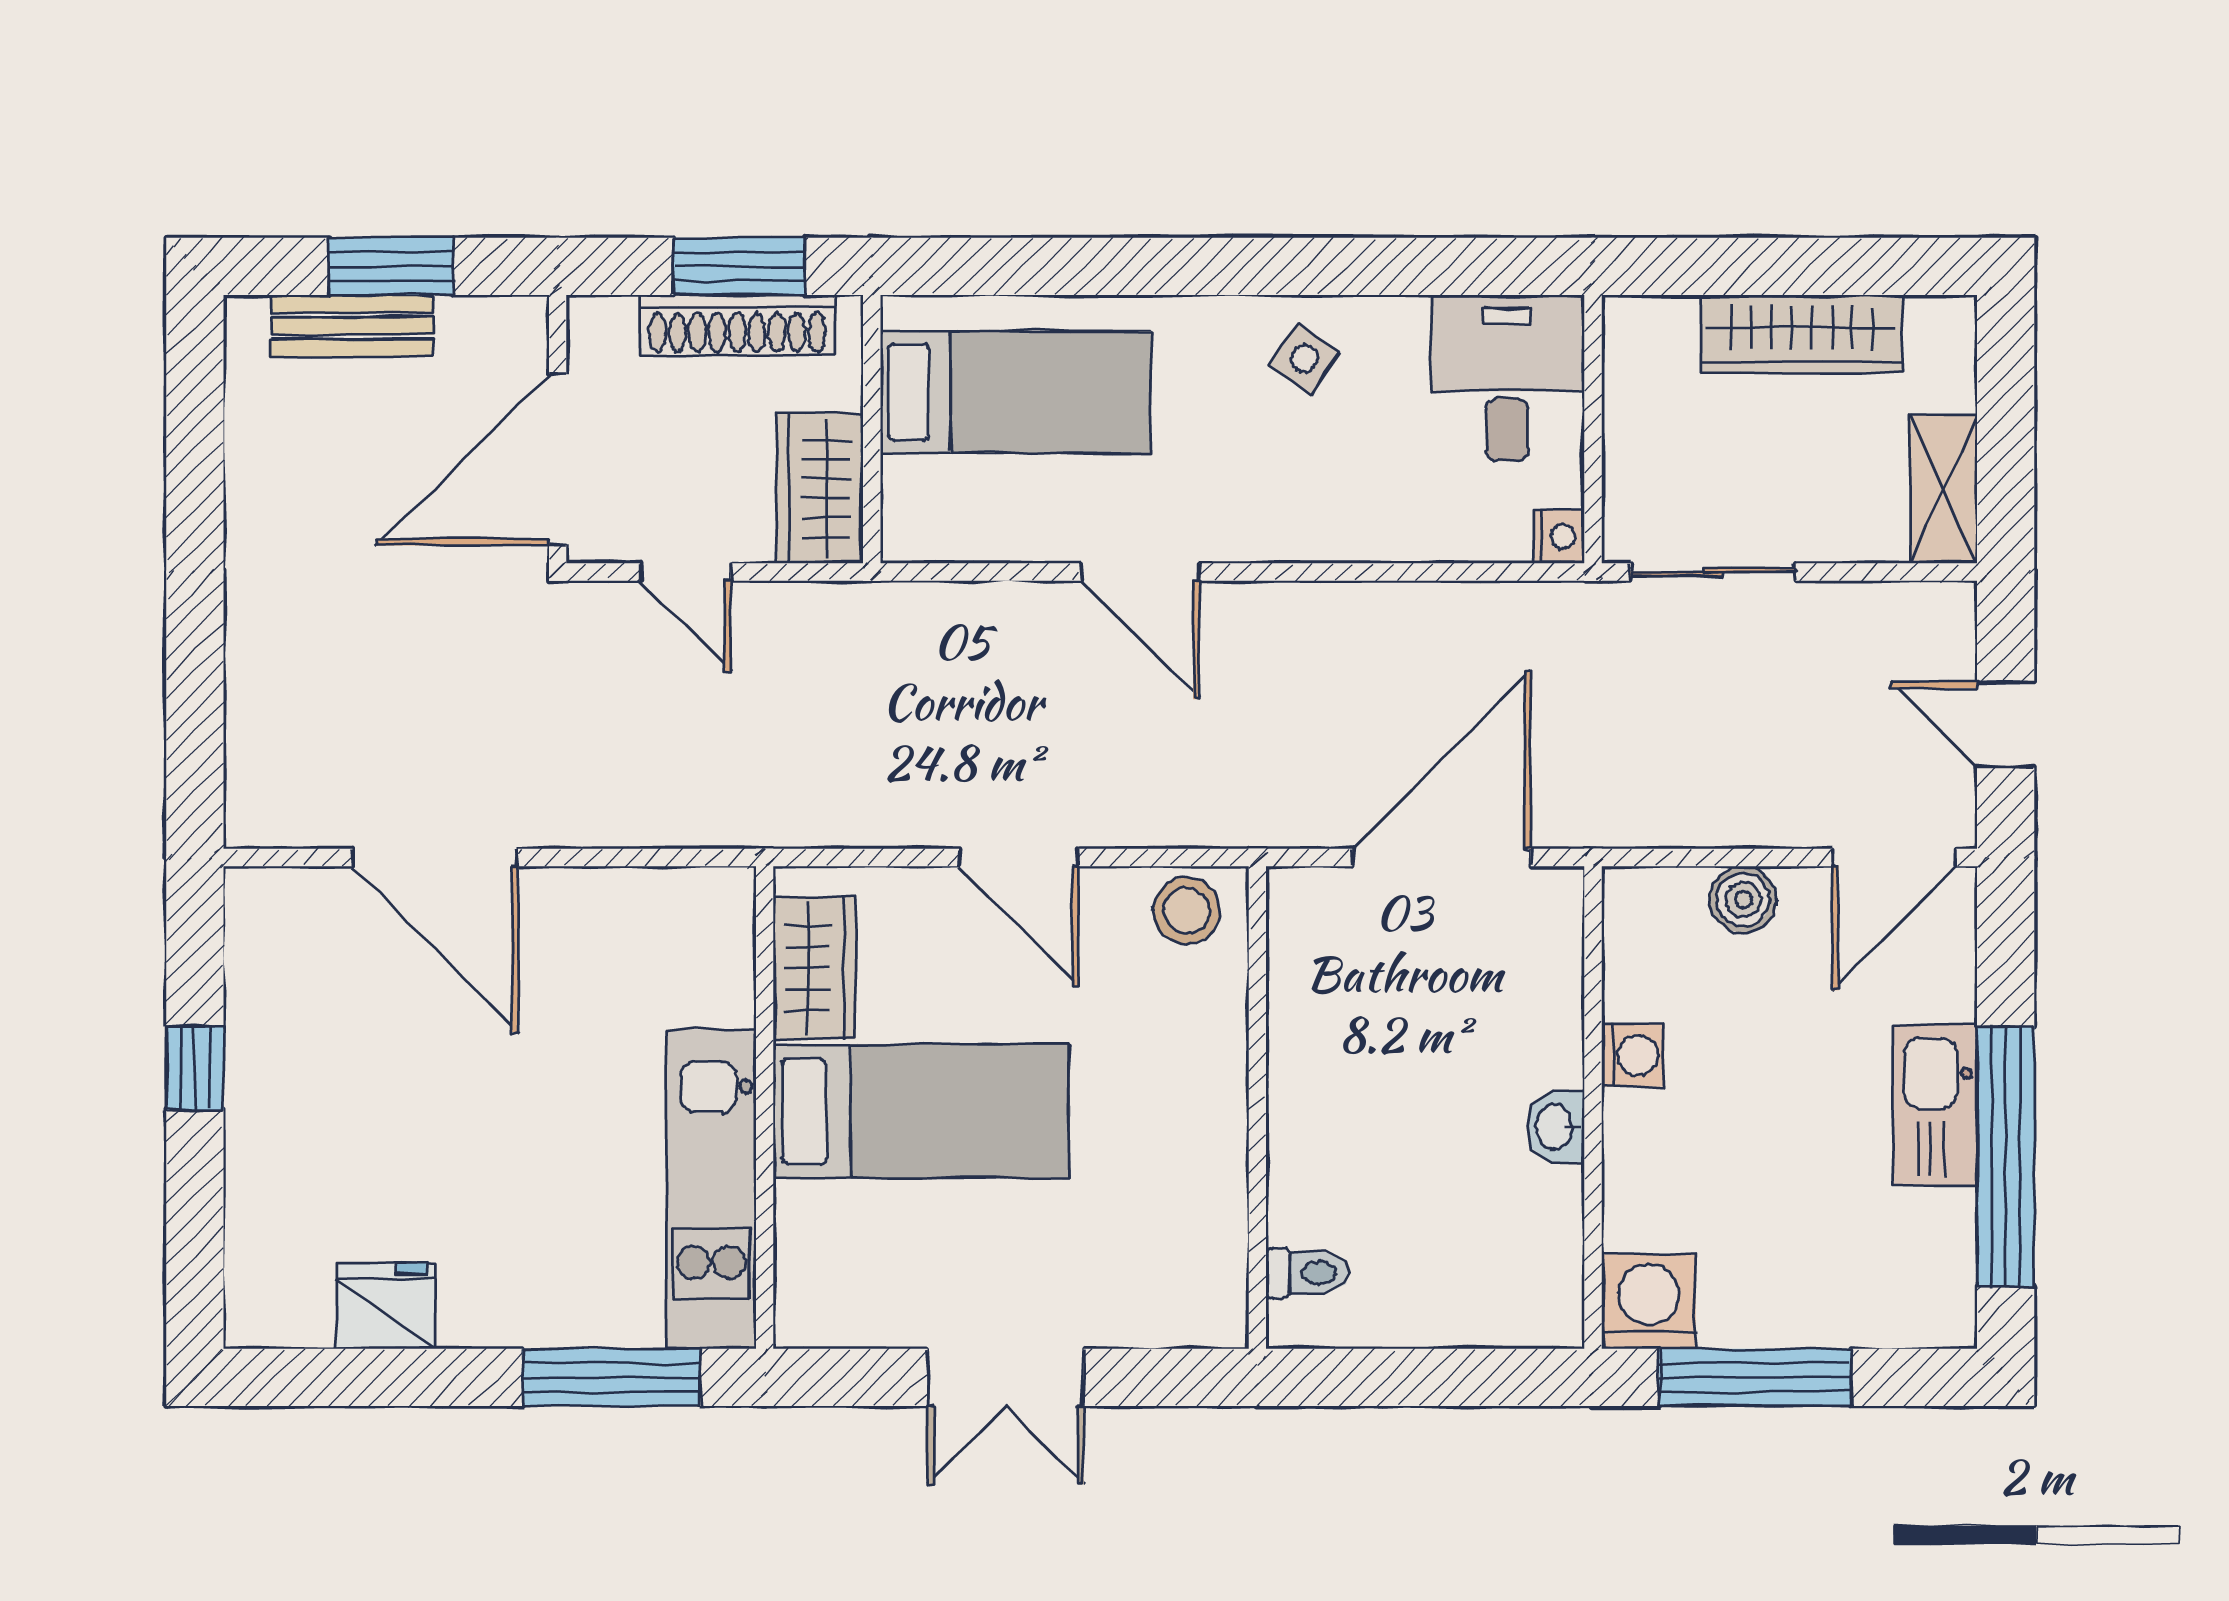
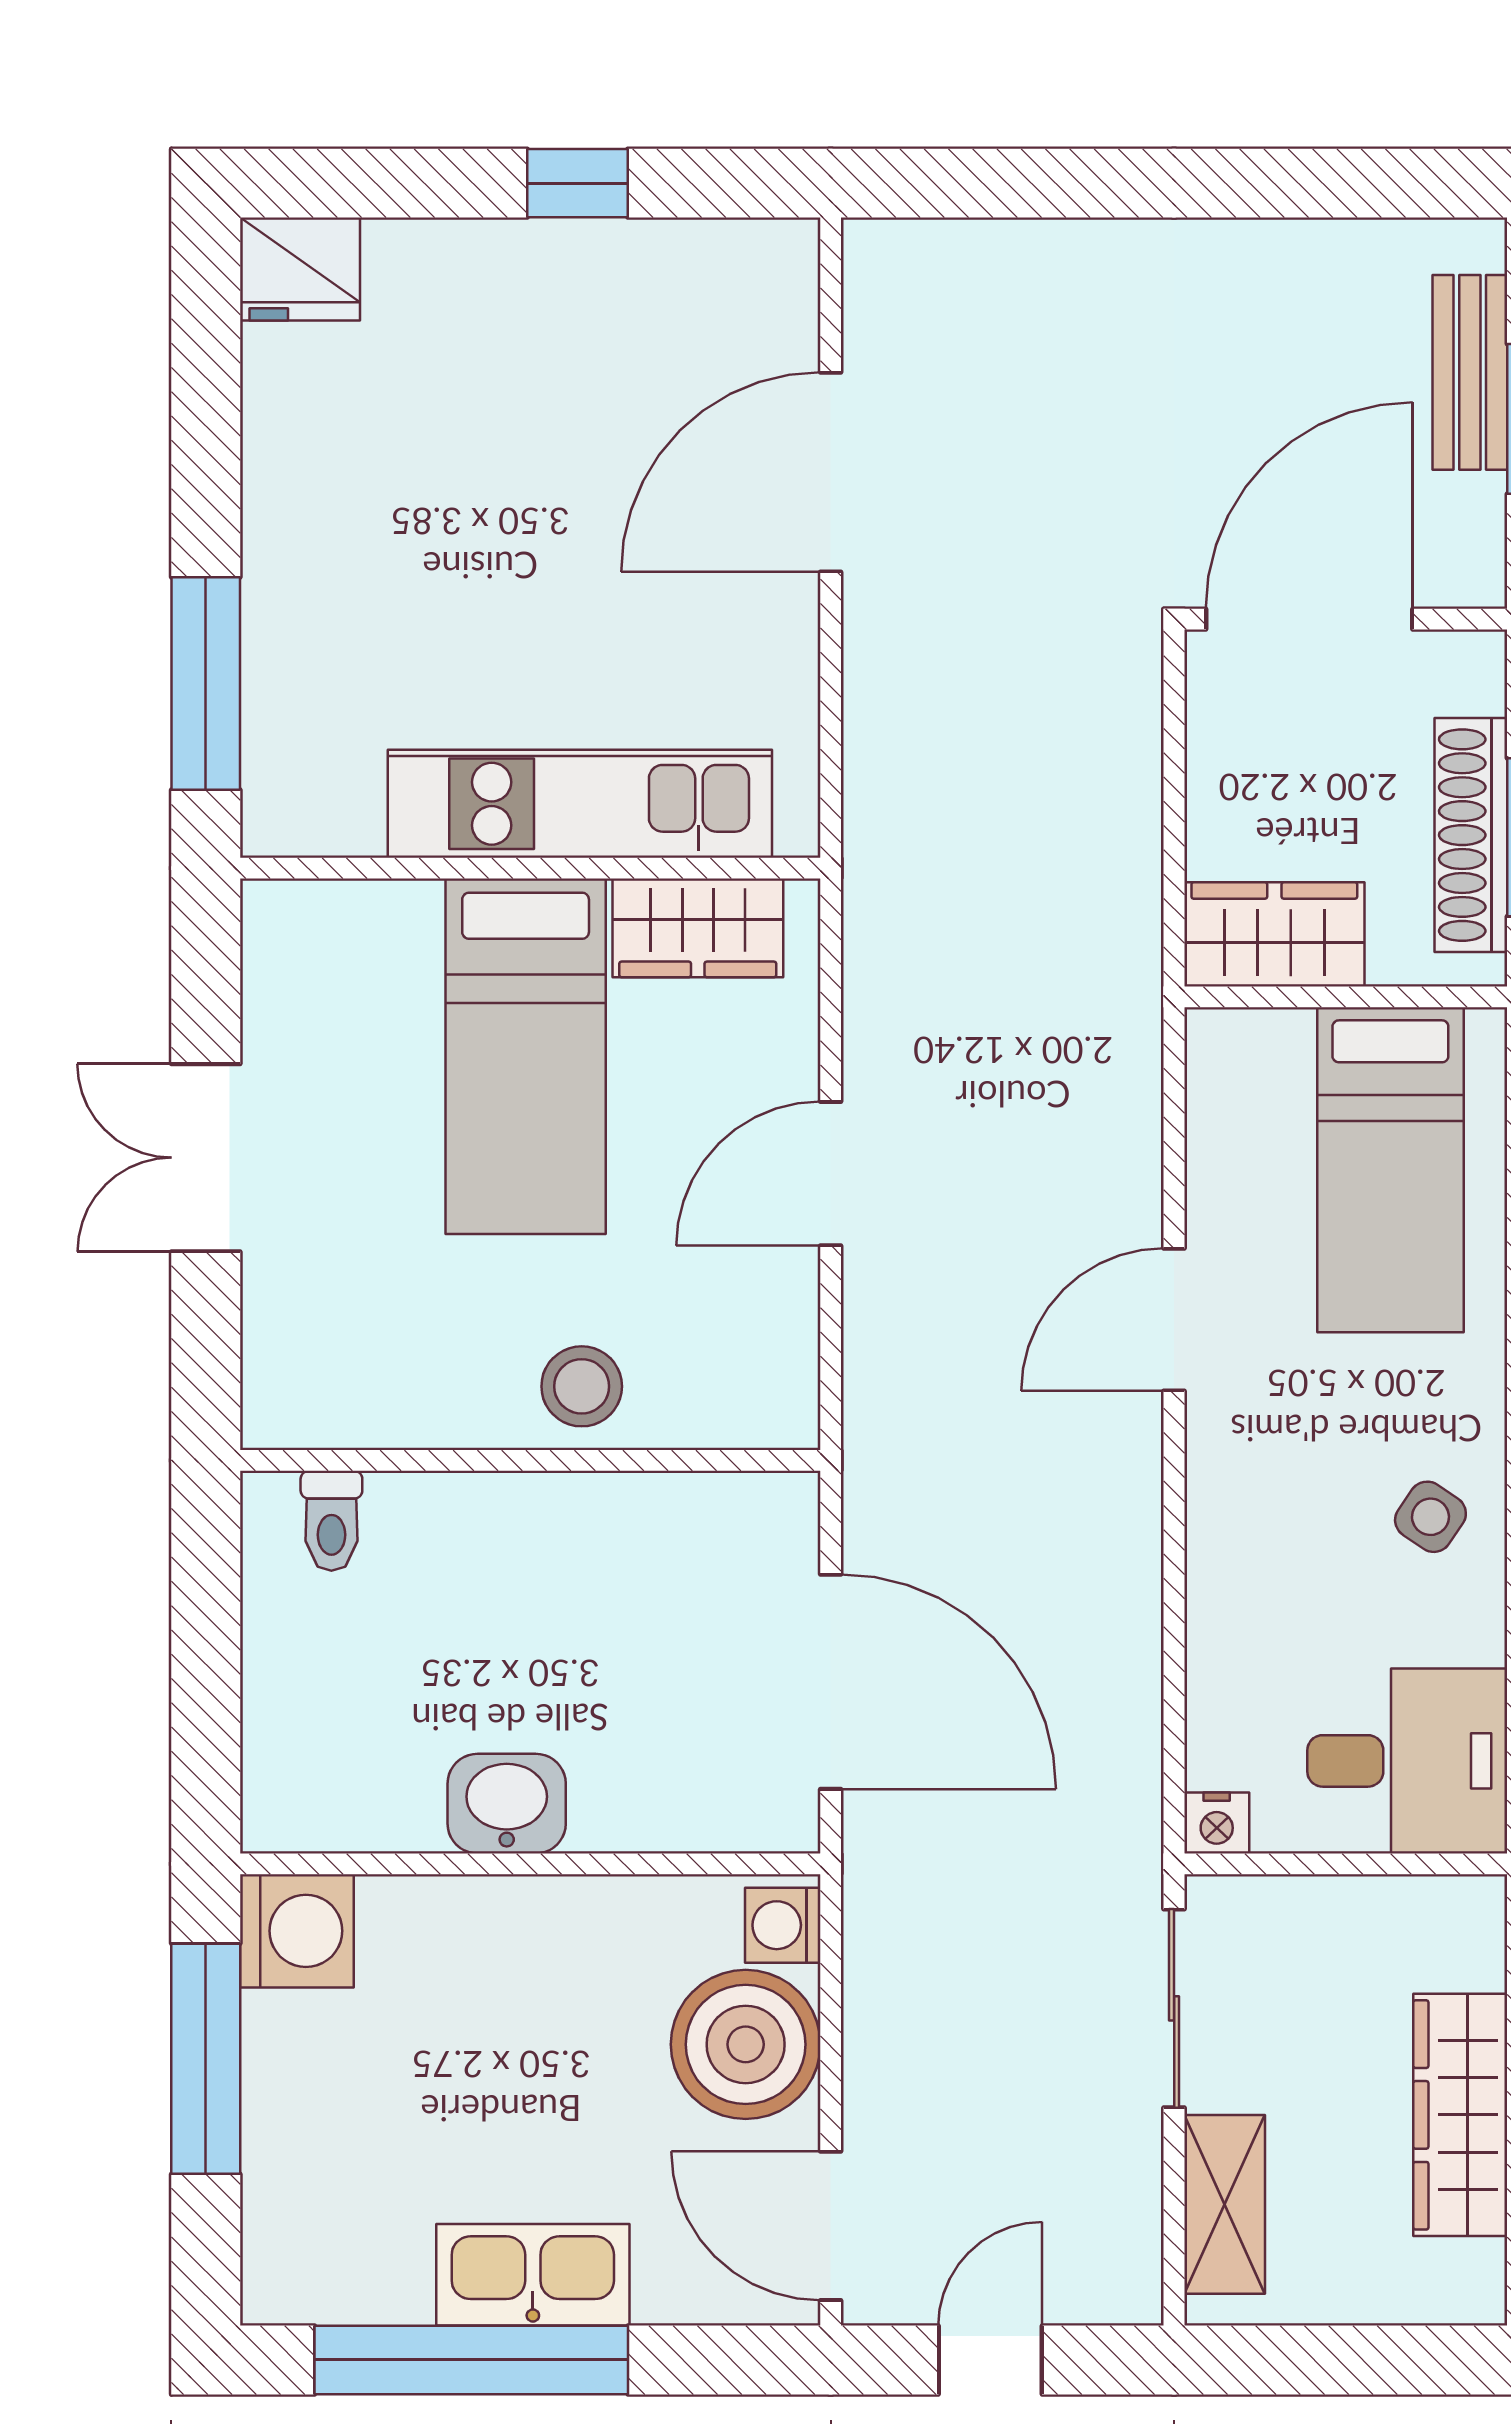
door: (558, 459) -> (1309, 619), hinge flipped
shelving: (1944, 489) -> (1225, 2204), moved, turned 90
door: (685, 572) -> (1174, 773), removed
boiler: (1743, 899) -> (746, 2044), width x1.86, depth x1.86
stool: (1187, 911) -> (582, 1386), moved
washing machine: (1633, 1055) -> (783, 1925), moved, turned 90
washbasin: (1556, 1127) -> (507, 1804), width x1.38, depth x1.45
kitchen unit: (711, 1189) -> (580, 804), moved
fridge: (386, 1306) -> (300, 269), moved, turned 90

